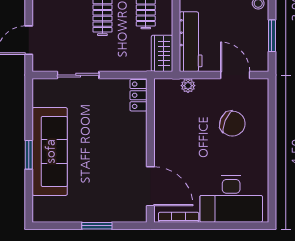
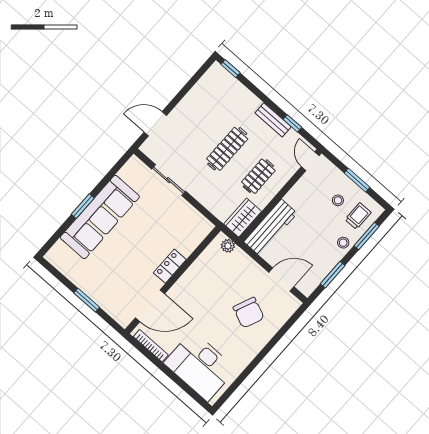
door: (235, 75) -> (281, 280), hinge flipped
plant: (188, 86) -> (228, 246), moved
locker: (139, 95) -> (170, 266), moved
door: (150, 186) -> (150, 306), hinge flipped

